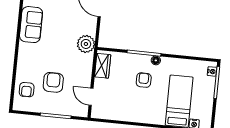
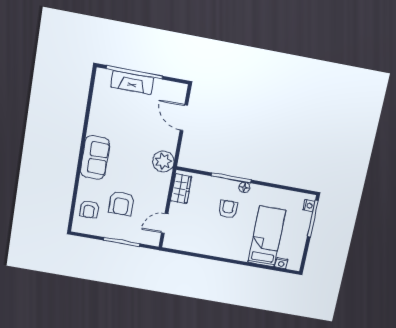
sofa: (31, 25) -> (95, 158), moved
armchair: (53, 82) -> (121, 203), turned 180
door: (91, 97) -> (165, 223), hinge flipped

